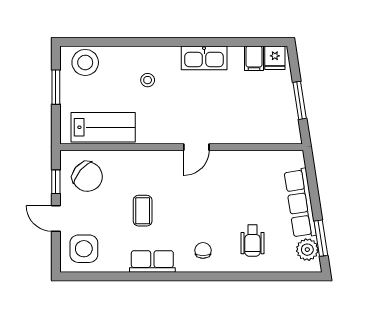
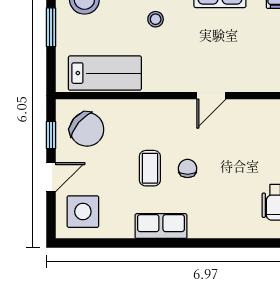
door: (56, 219) -> (51, 177), swing flipped
chair: (203, 250) -> (188, 168), moved

